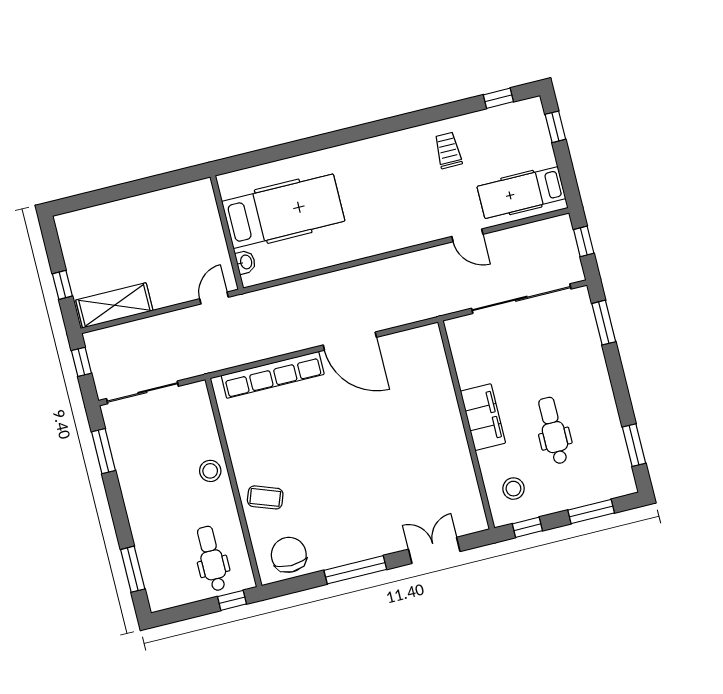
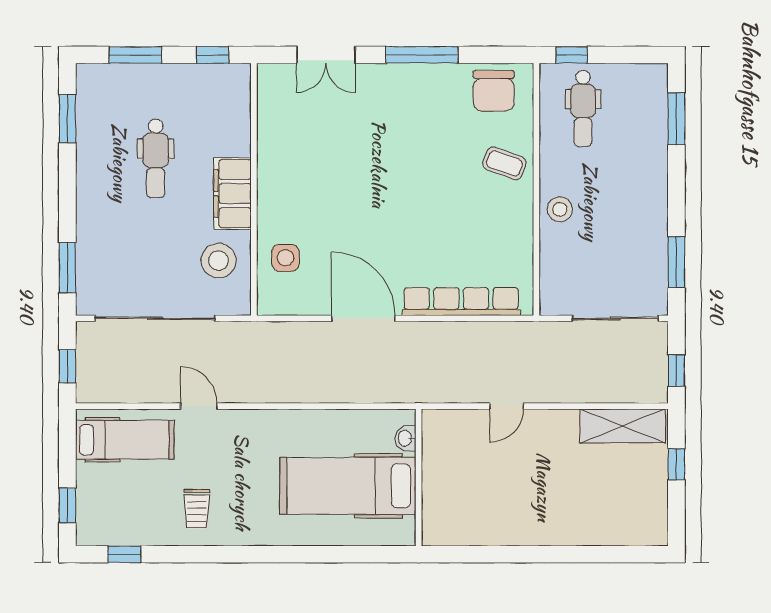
hospital bed: (283, 211) -> (348, 486), moved
wall: (227, 233) -> (419, 477), moved
washbasin: (246, 262) -> (405, 438), moved
side table: (426, 375) -> (285, 258), added
stool: (513, 489) -> (219, 261), moved, width x1.38, depth x1.38

